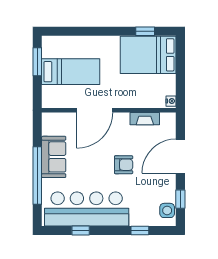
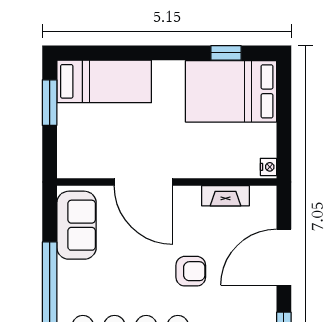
bed: (71, 72) -> (104, 81), moved
door: (95, 110) -> (143, 182), hinge flipped
sofa: (54, 157) -> (77, 225), moved

